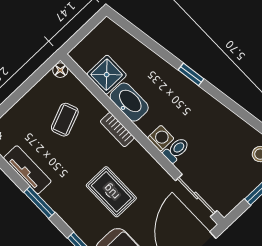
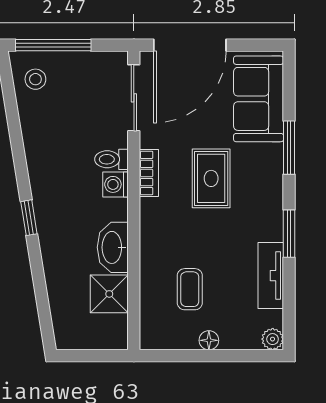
floor lamp: (60, 70) -> (209, 340), moved
coffee table: (65, 120) -> (190, 289), turned -68
bookcase: (117, 130) -> (149, 173), moved

